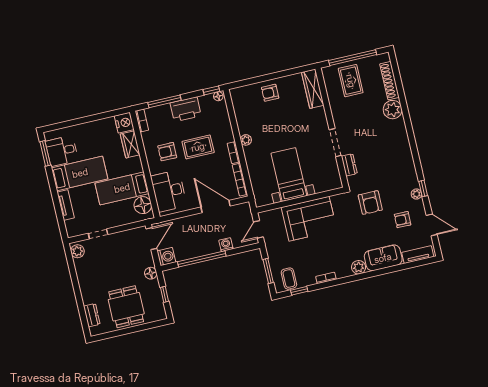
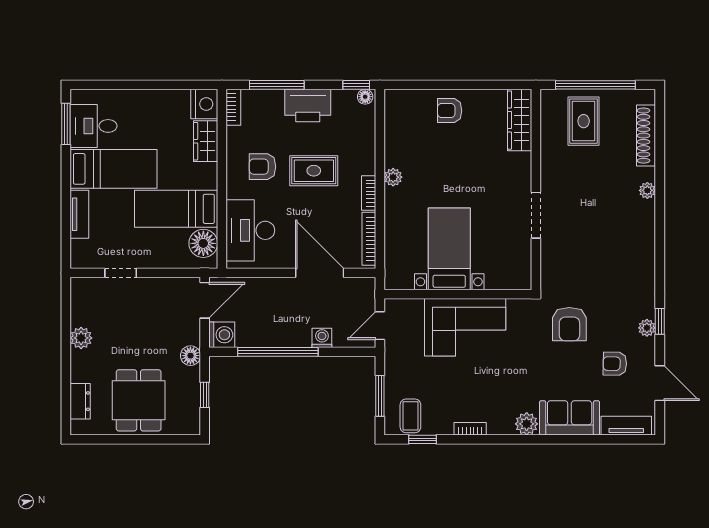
plant: (393, 110) -> (647, 190), width x0.53, depth x0.53
dresser: (349, 165) -> (550, 256), removed
plant: (77, 251) -> (81, 338), moved

